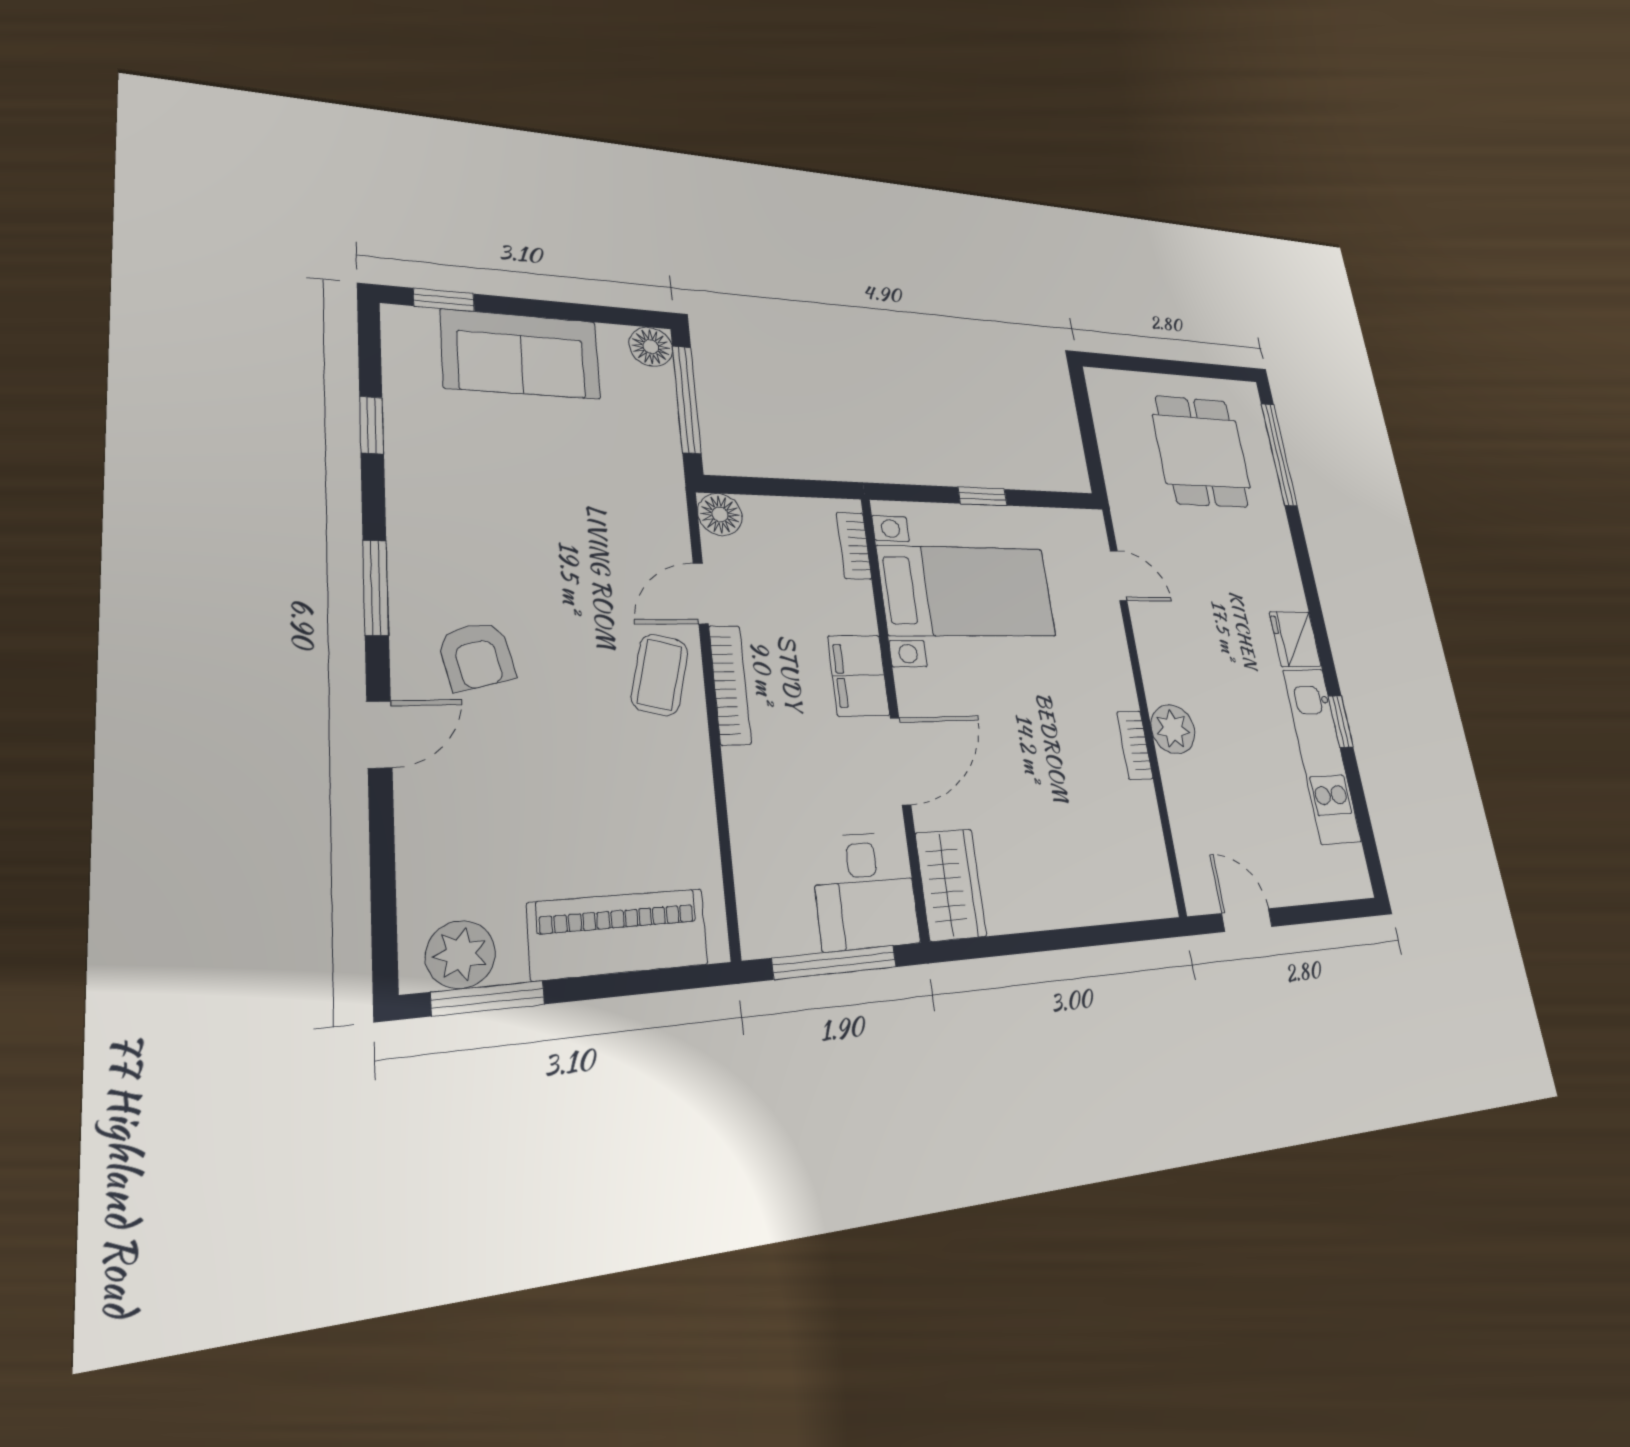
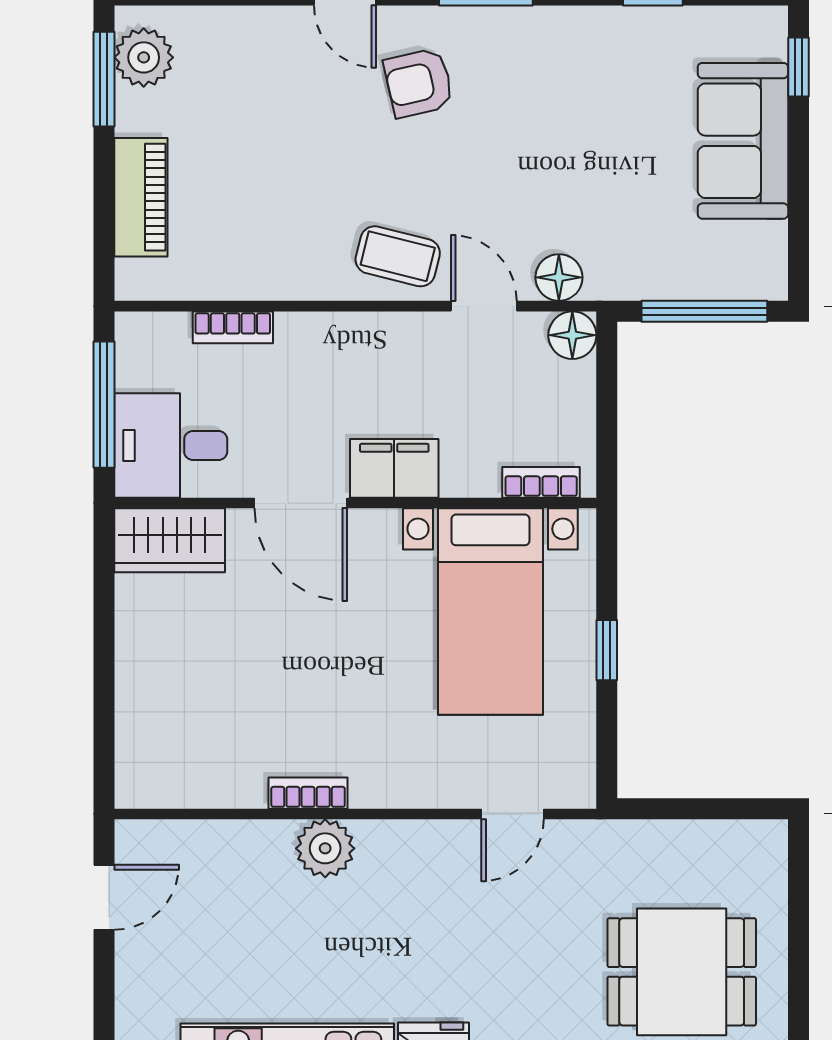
floor lamp: (651, 347) -> (559, 277), moved
bookcase: (730, 685) -> (233, 327), moved, width x0.64
piano: (619, 934) -> (141, 197), width x0.73, depth x0.75

